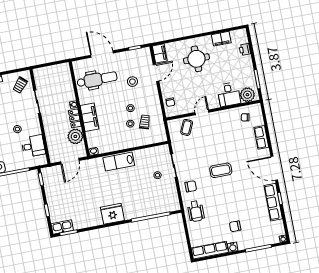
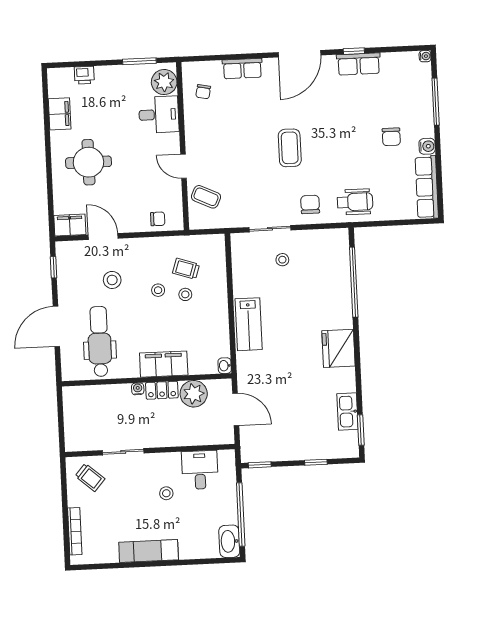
row of seats: (273, 202) -> (359, 64), width x0.68
kitchen sink: (62, 227) -> (347, 411), moved

